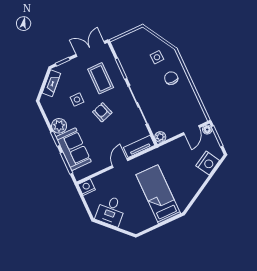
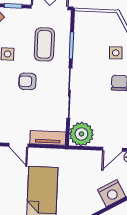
armchair: (102, 112) -> (27, 81), turned -72
plant: (160, 137) -> (81, 134), width x1.87, depth x1.87
door: (120, 163) -> (18, 145), swing flipped

